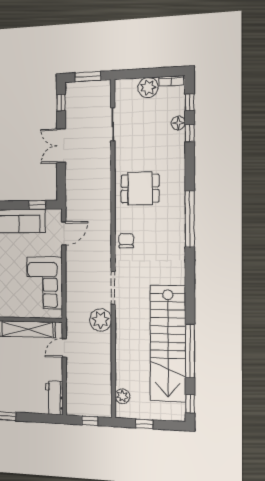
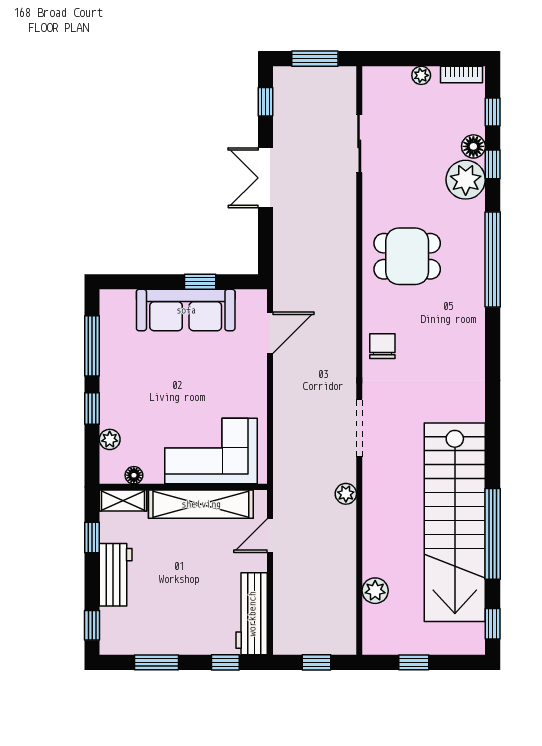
plant: (148, 87) -> (421, 75), width x0.53, depth x0.53
plant: (174, 143) -> (466, 180), added
window: (37, 205) -> (200, 282), moved
window: (190, 219) -> (493, 260), moved
corner sofa: (45, 283) -> (211, 451), moved, turned 90
plant: (101, 320) -> (346, 494), width x0.53, depth x0.53
plant: (122, 396) -> (375, 591), moved
workbench: (54, 398) -> (252, 614), width x1.37
window: (40, 418) -> (225, 662), added

